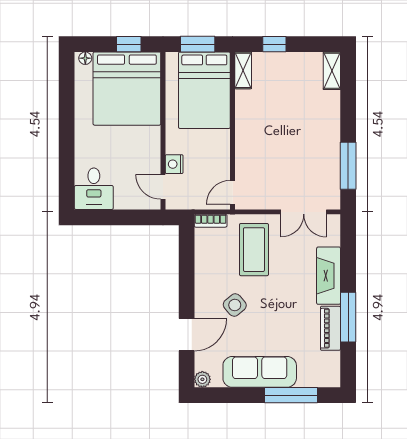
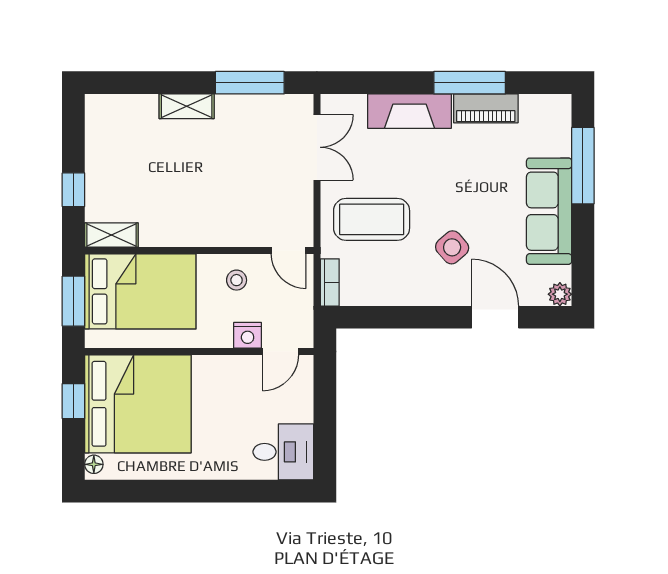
shelving: (332, 71) -> (187, 106), moved
stool: (212, 157) -> (237, 280), added

